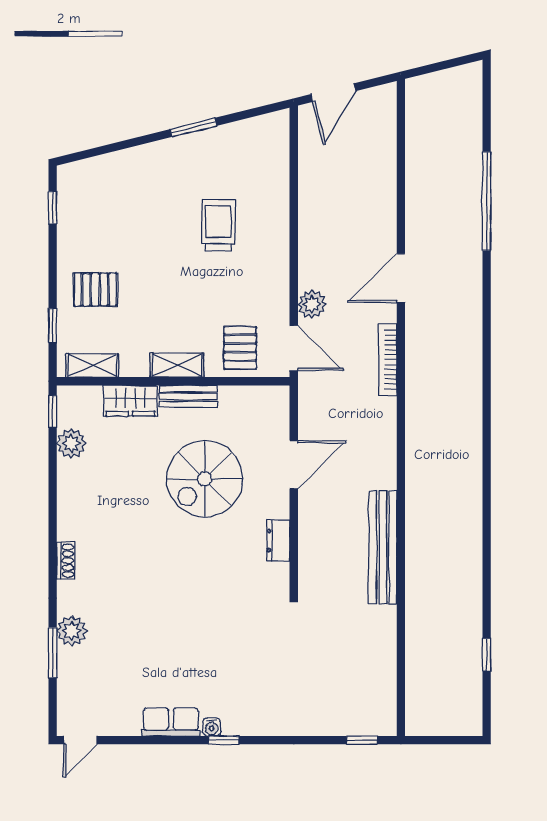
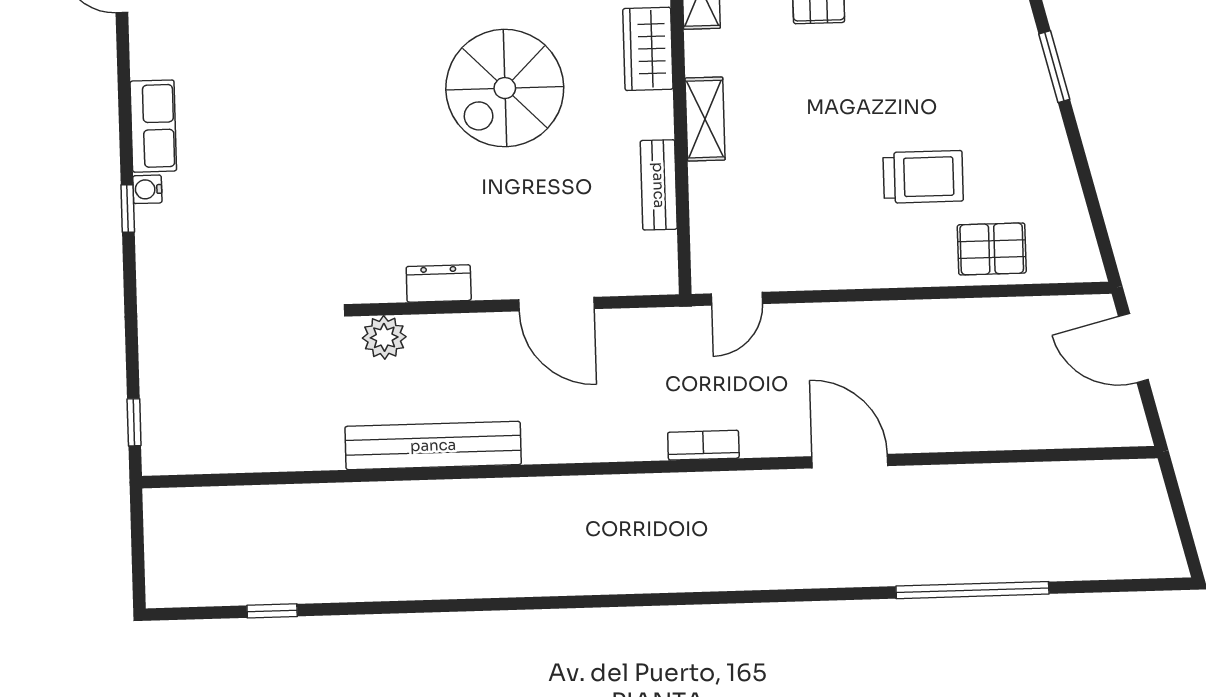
window: (193, 127) -> (1054, 67), moved
plant: (312, 304) -> (384, 337), moved
pallet: (240, 348) -> (992, 249), moved
door: (294, 348) -> (737, 299), width x0.73
bookcase: (388, 360) -> (703, 445), width x0.64
bench: (188, 396) -> (659, 185), moved
spiral stairs: (205, 479) -> (505, 88), moved, turned -90

